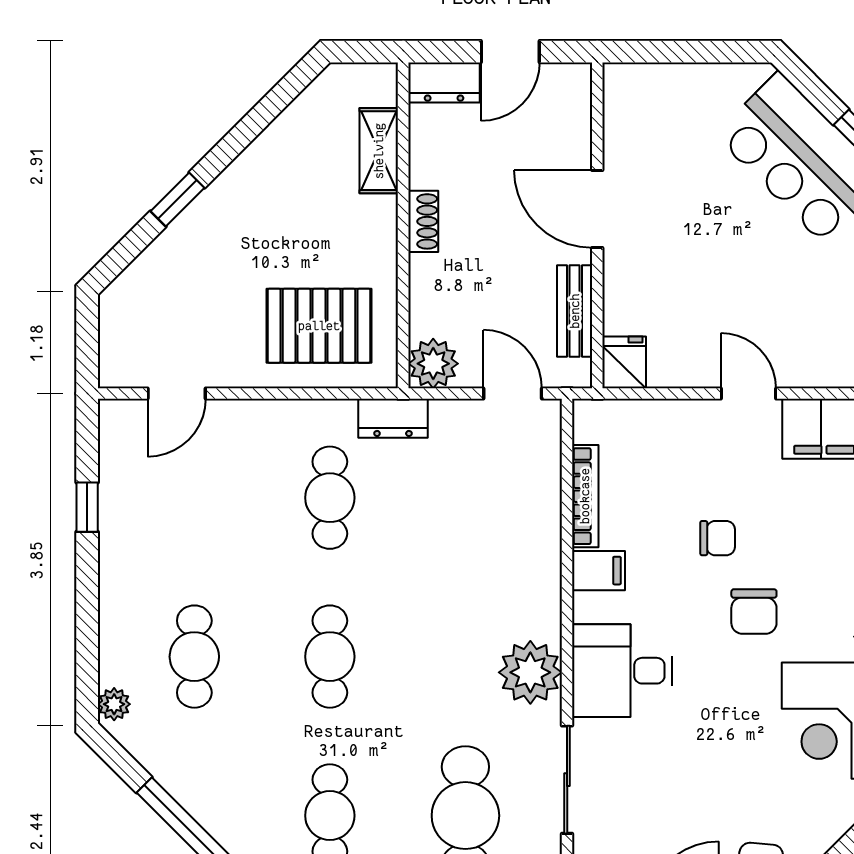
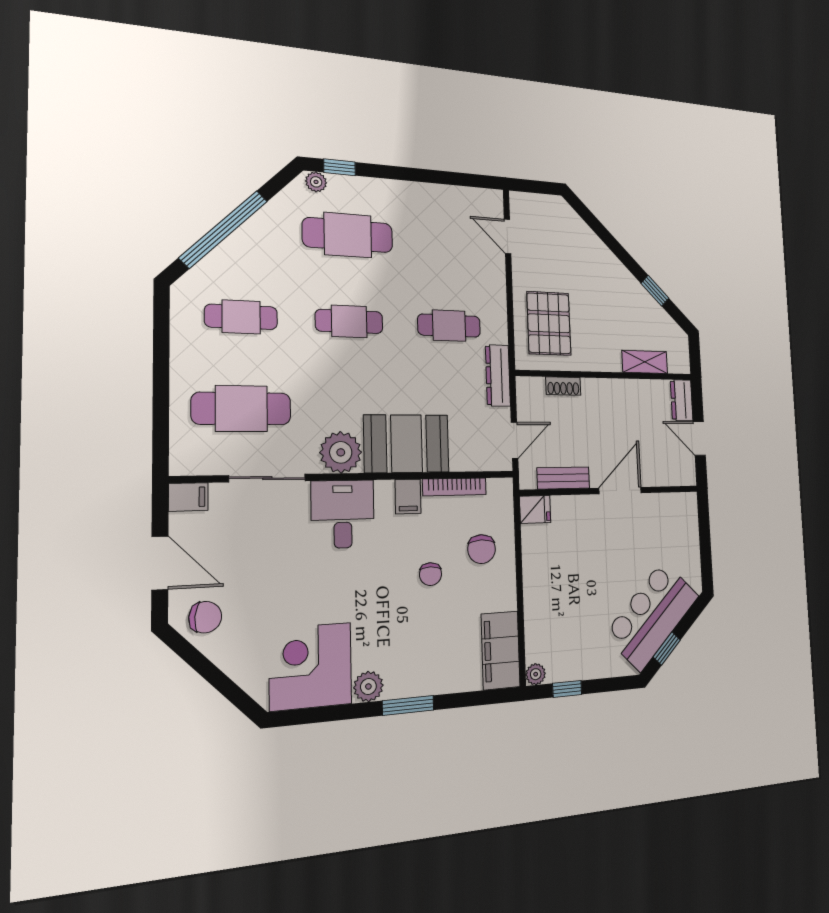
window: (177, 199) -> (655, 291), moved
shoe rack: (423, 221) -> (563, 386), moved
plant: (433, 364) -> (530, 391), removed
door: (748, 394) -> (520, 589), removed
dresser: (393, 418) -> (498, 375), width x1.44
window: (87, 507) -> (340, 167), moved
booth: (517, 571) -> (407, 444), added
chair: (754, 611) -> (482, 549), moved, turned -90
cafe table: (194, 657) -> (348, 235), width x1.37, depth x1.35

